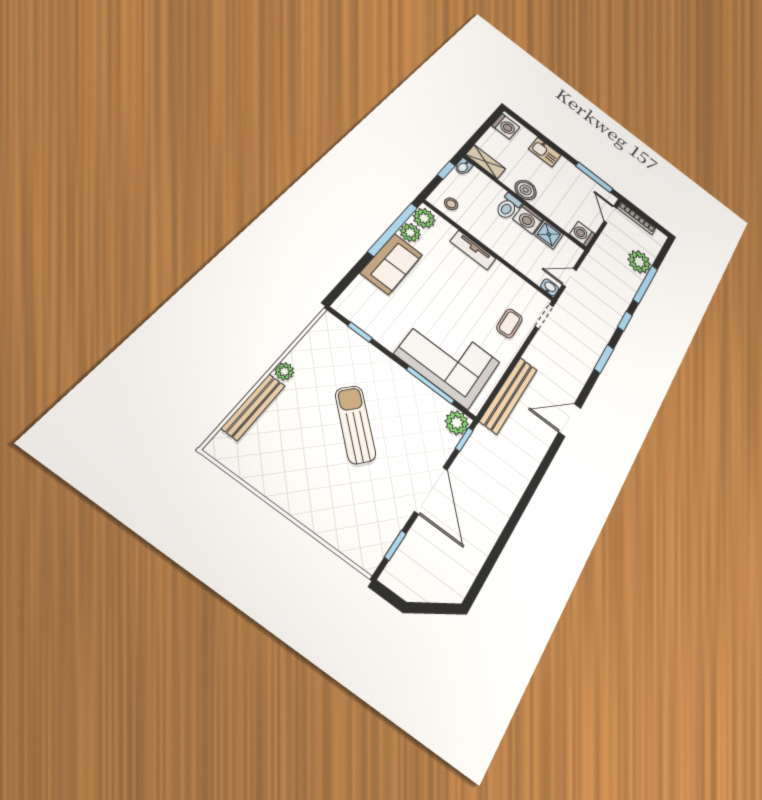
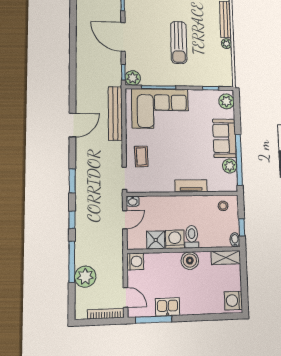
kitchen sink: (545, 152) -> (168, 307), moved
plant: (424, 218) -> (226, 101), moved
sun lounger: (355, 424) -> (179, 42), turned 48

